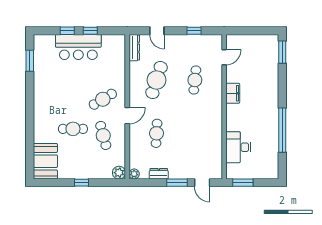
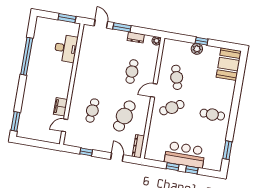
filing cabinet: (233, 93) -> (60, 107), moved
cafe table: (73, 129) -> (212, 115), moved
plant: (119, 173) -> (197, 49), moved

